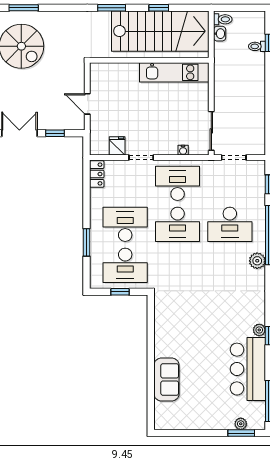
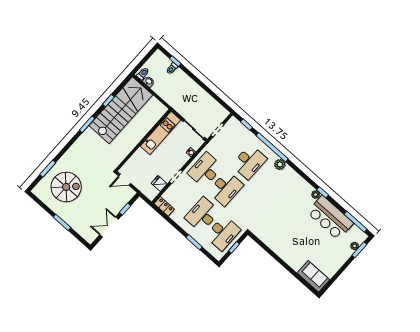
wall: (149, 60) -> (143, 140), moved
kitchen unit: (174, 72) -> (160, 133), moved
sofa: (166, 379) -> (313, 276), moved

